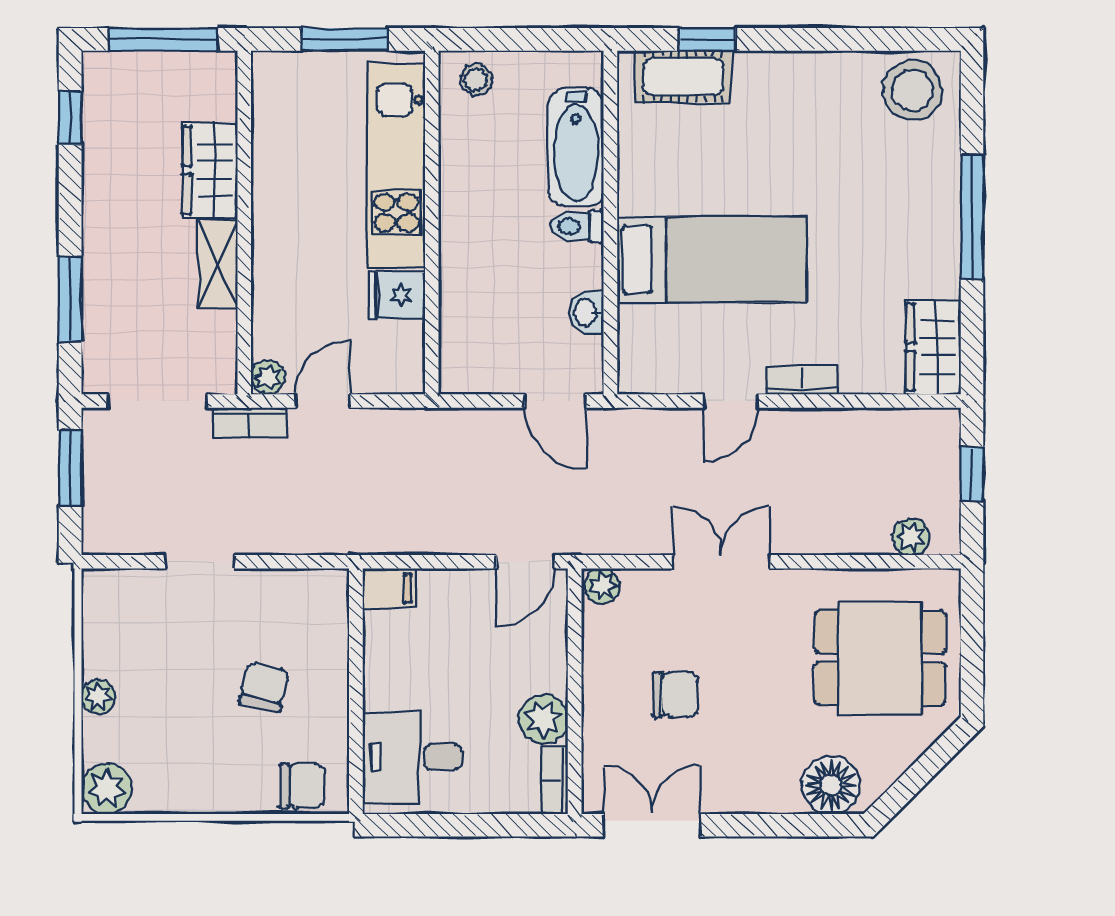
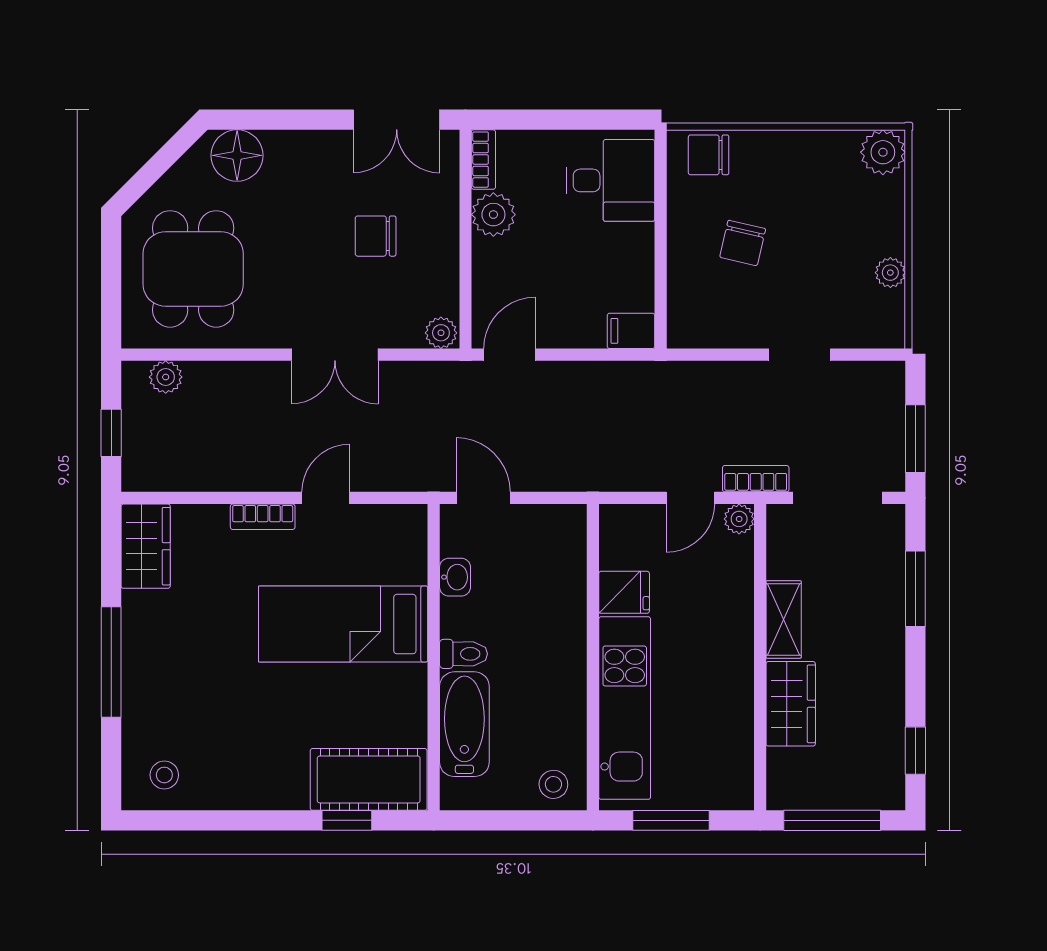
cot: (683, 76) -> (369, 779), width x1.37, depth x1.34
stool: (912, 90) -> (164, 775), width x0.53, depth x0.53
dining table: (880, 658) -> (193, 269), turned 90
plant: (98, 697) -> (890, 273), moved

